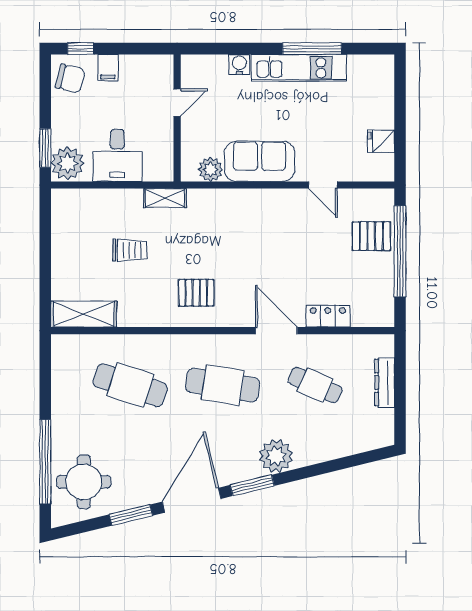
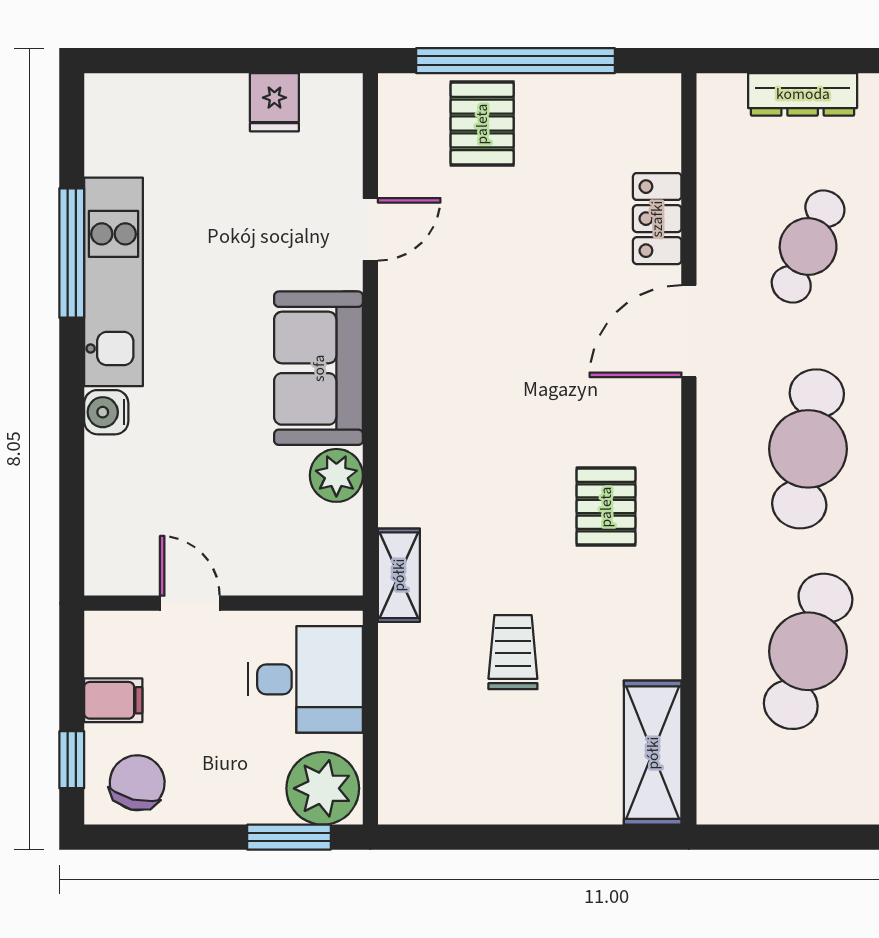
door: (177, 103) -> (190, 603), moved
wall: (177, 118) -> (224, 603), moved

